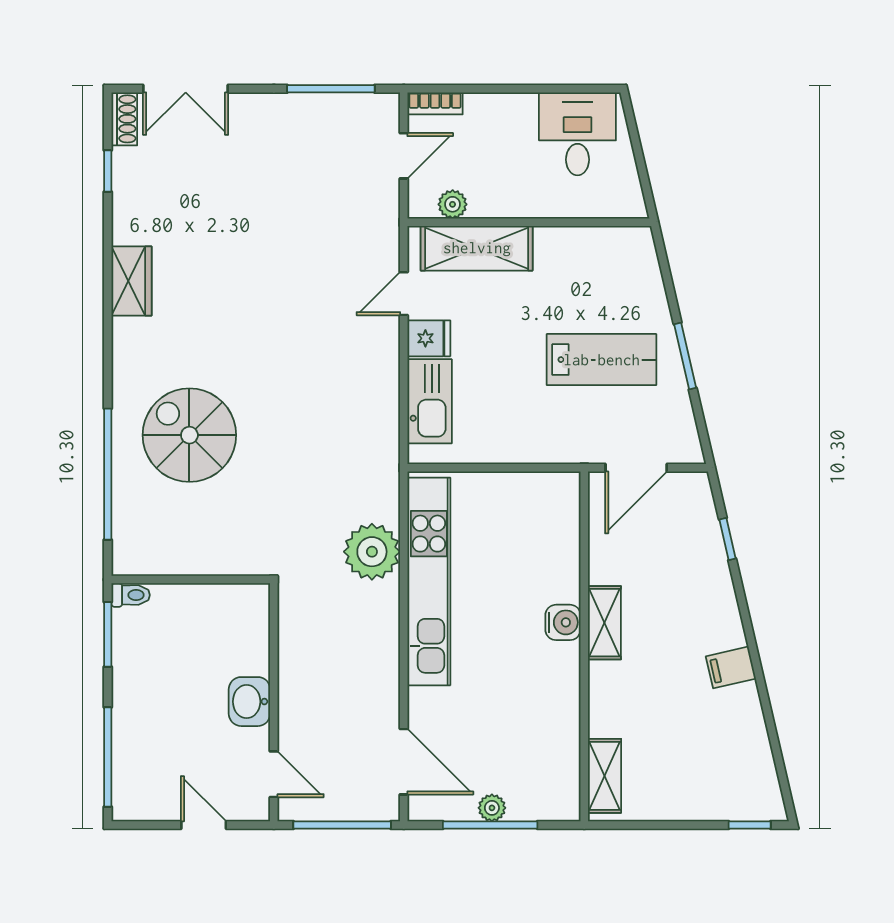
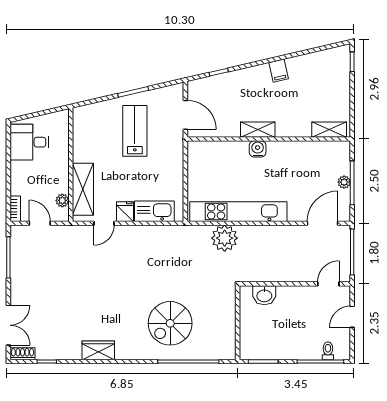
door: (404, 294) -> (104, 223), hinge flipped
toilet: (131, 595) -> (328, 351), moved
washbasin: (249, 702) -> (264, 295), moved

